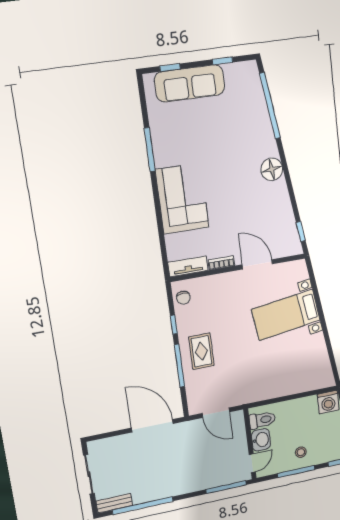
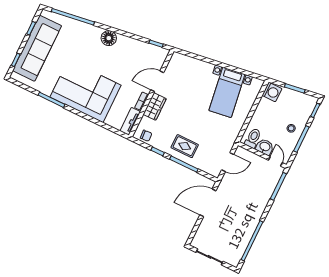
sofa: (190, 83) -> (37, 48), width x1.36, depth x1.27
corner sofa: (182, 199) -> (86, 91), width x1.36, depth x1.36
wardrobe: (225, 283) -> (155, 106), added
bed with nightstands: (286, 315) -> (227, 92), moved
bench: (114, 503) -> (238, 255), removed

